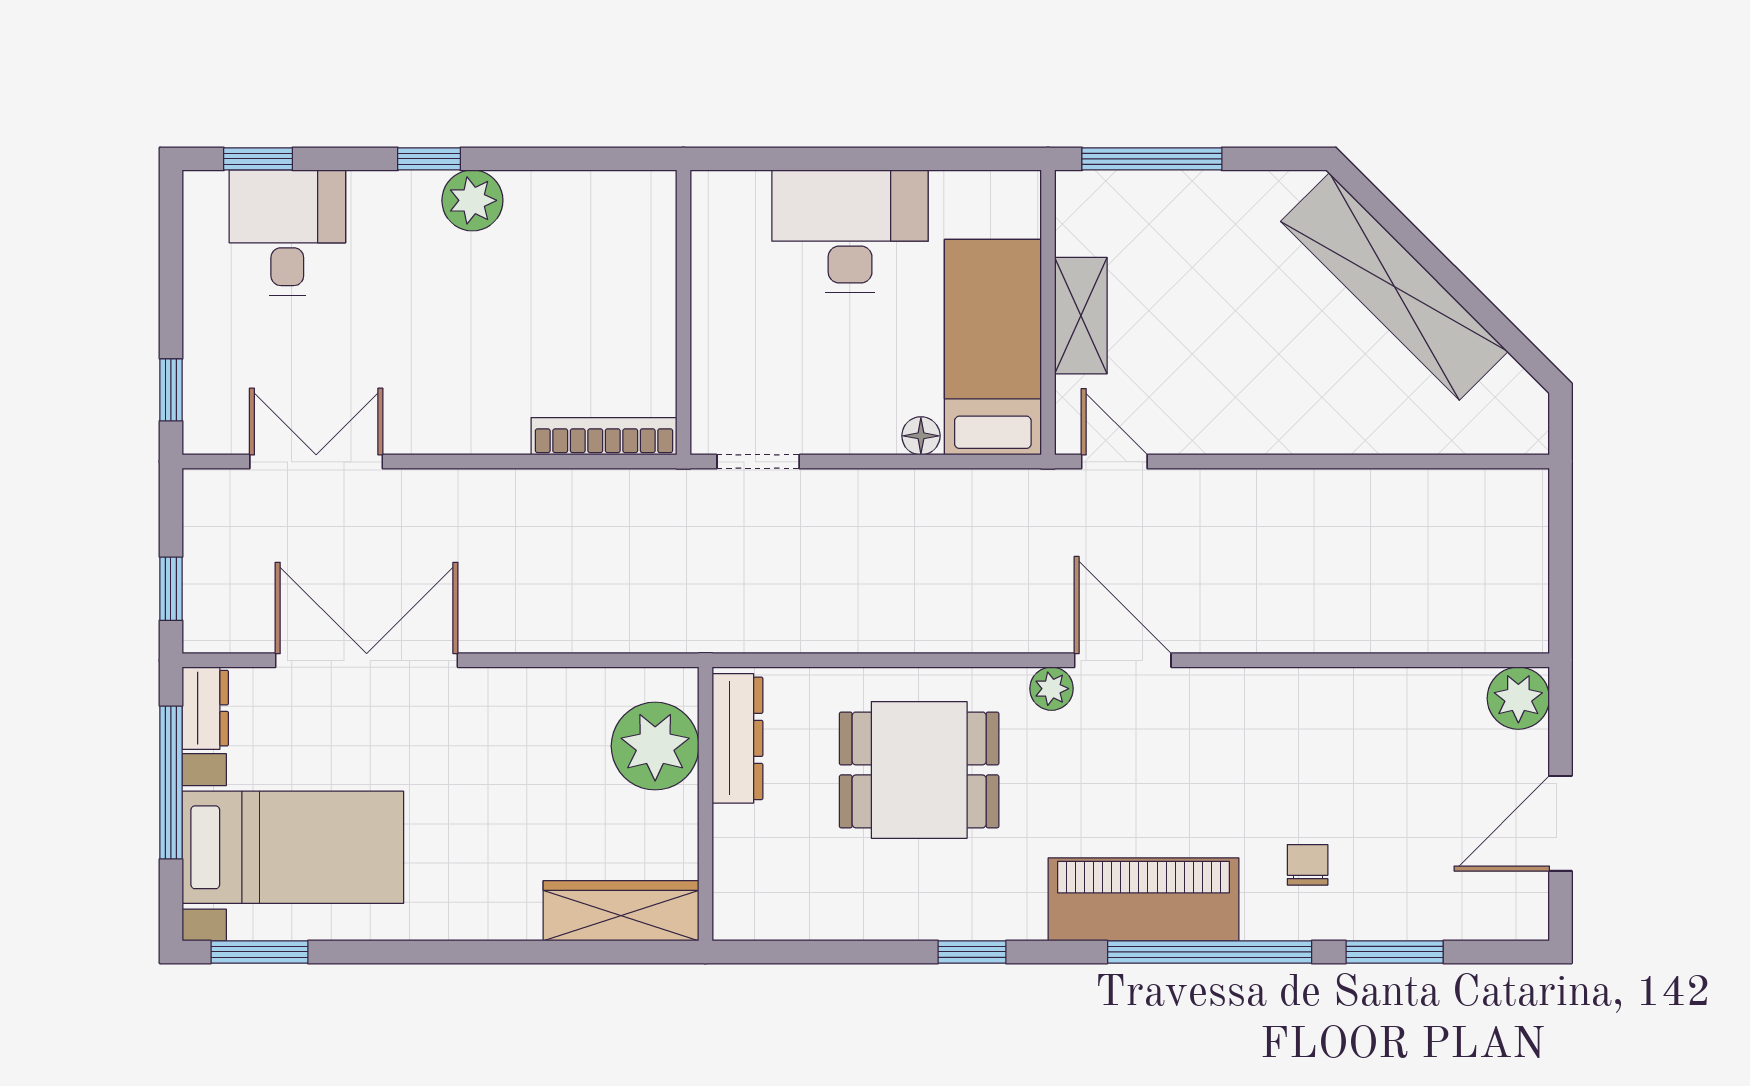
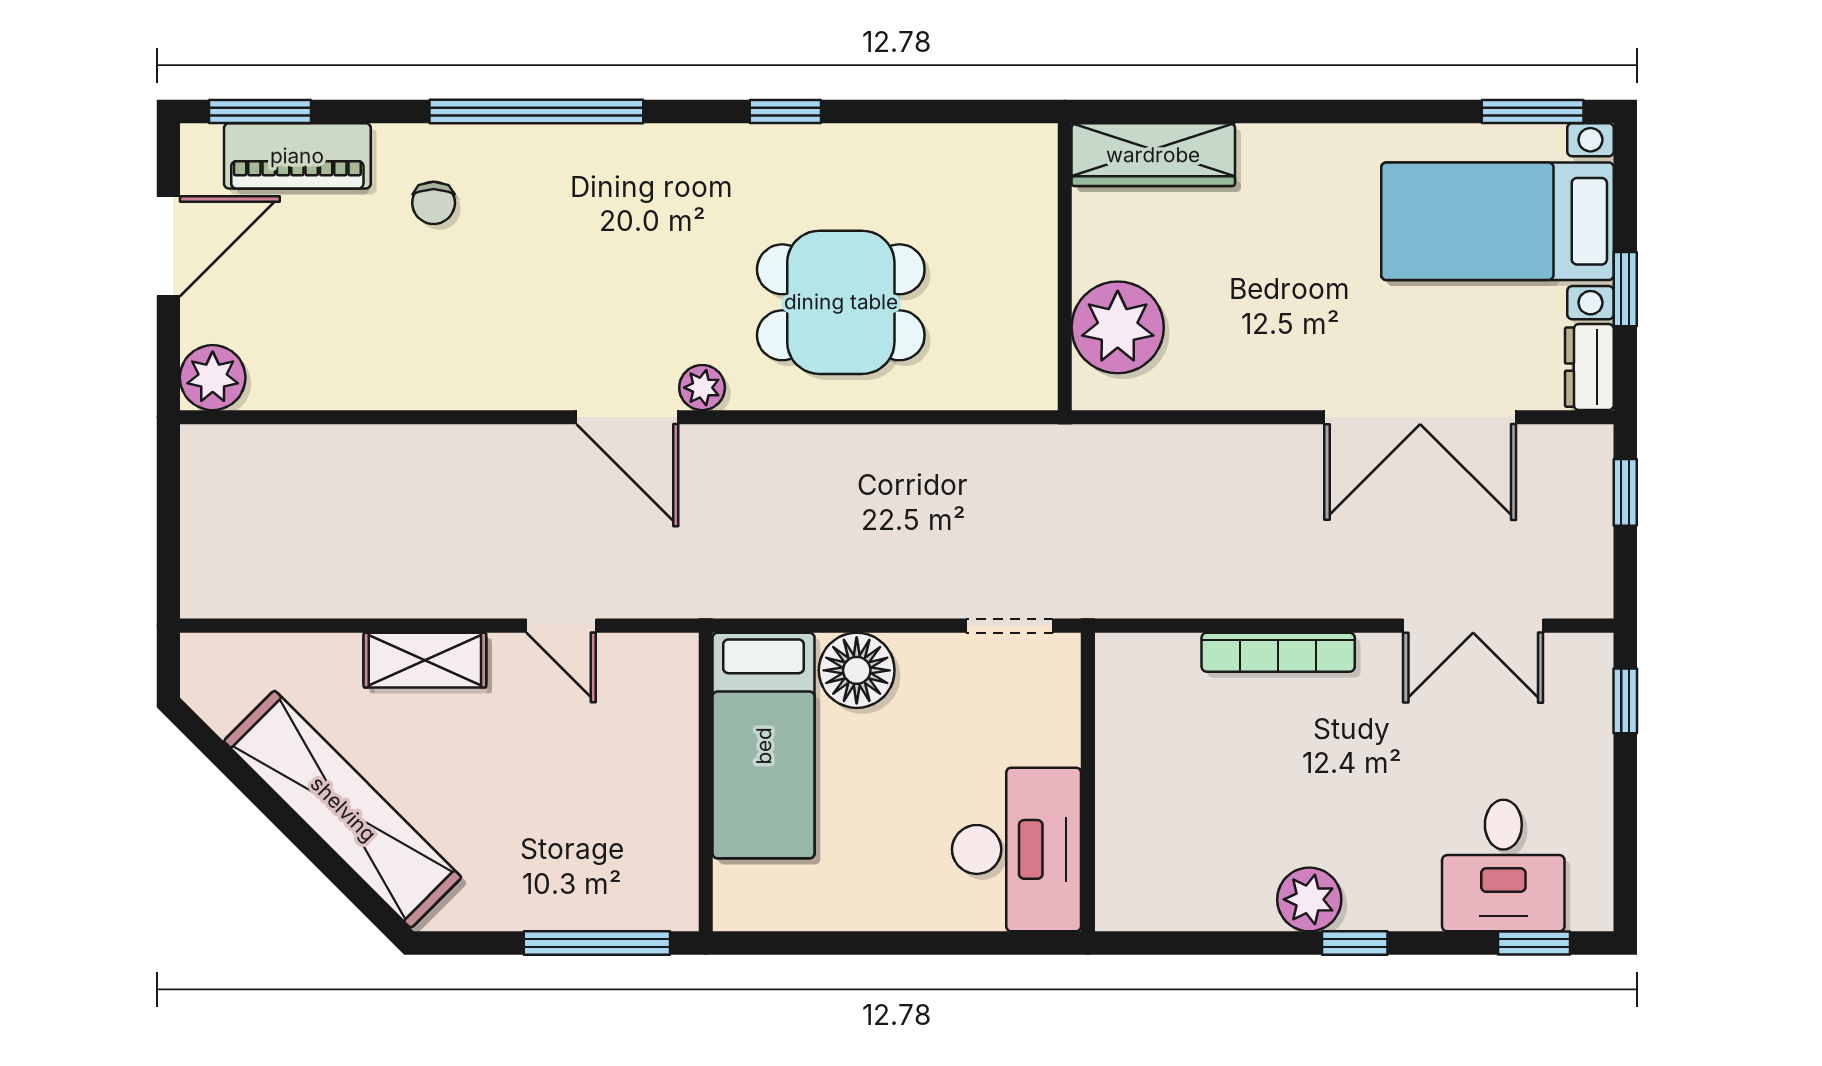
desk: (850, 231) -> (1017, 849), moved, turned -90
shelving: (1081, 316) -> (425, 660), moved, turned 90
bookcase: (604, 436) -> (1278, 652), moved
floor lamp: (921, 436) -> (857, 670), width x1.89, depth x1.89
door: (1114, 462) -> (561, 626), moved
dresser: (738, 738) -> (1031, 335), removed
window: (171, 783) -> (1625, 289), width x0.46
piano: (1143, 899) -> (297, 156), moved, width x0.73, depth x0.75
window: (1395, 952) -> (260, 111), moved

